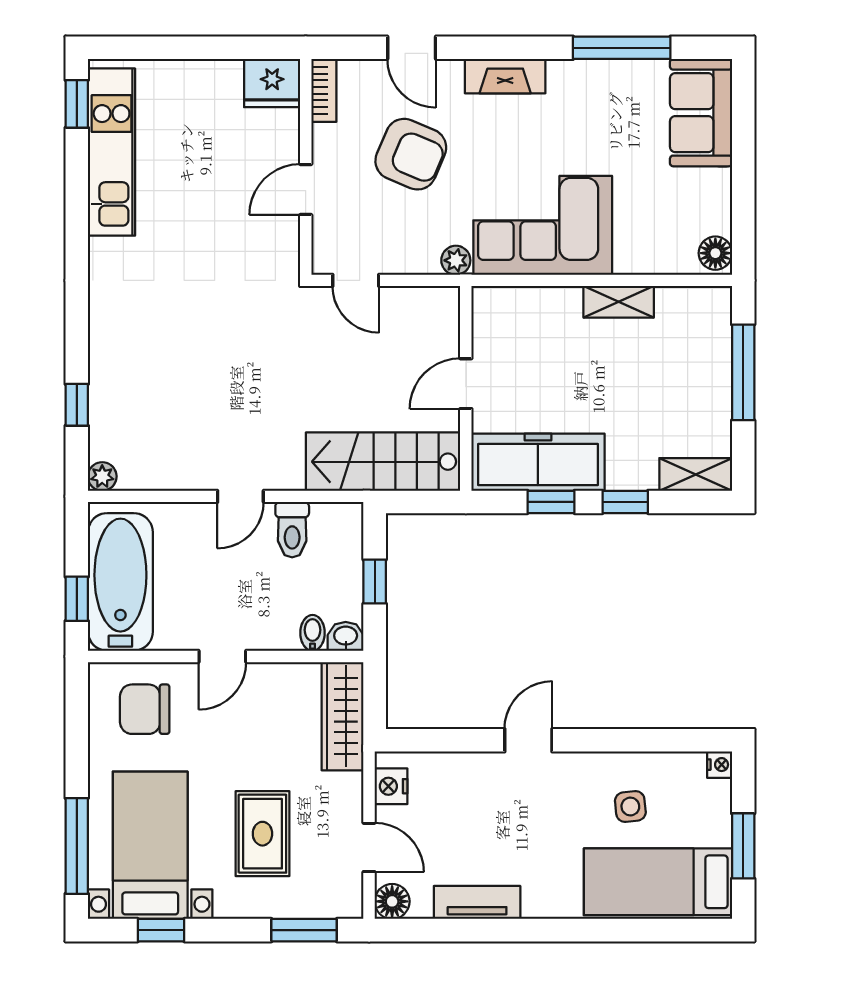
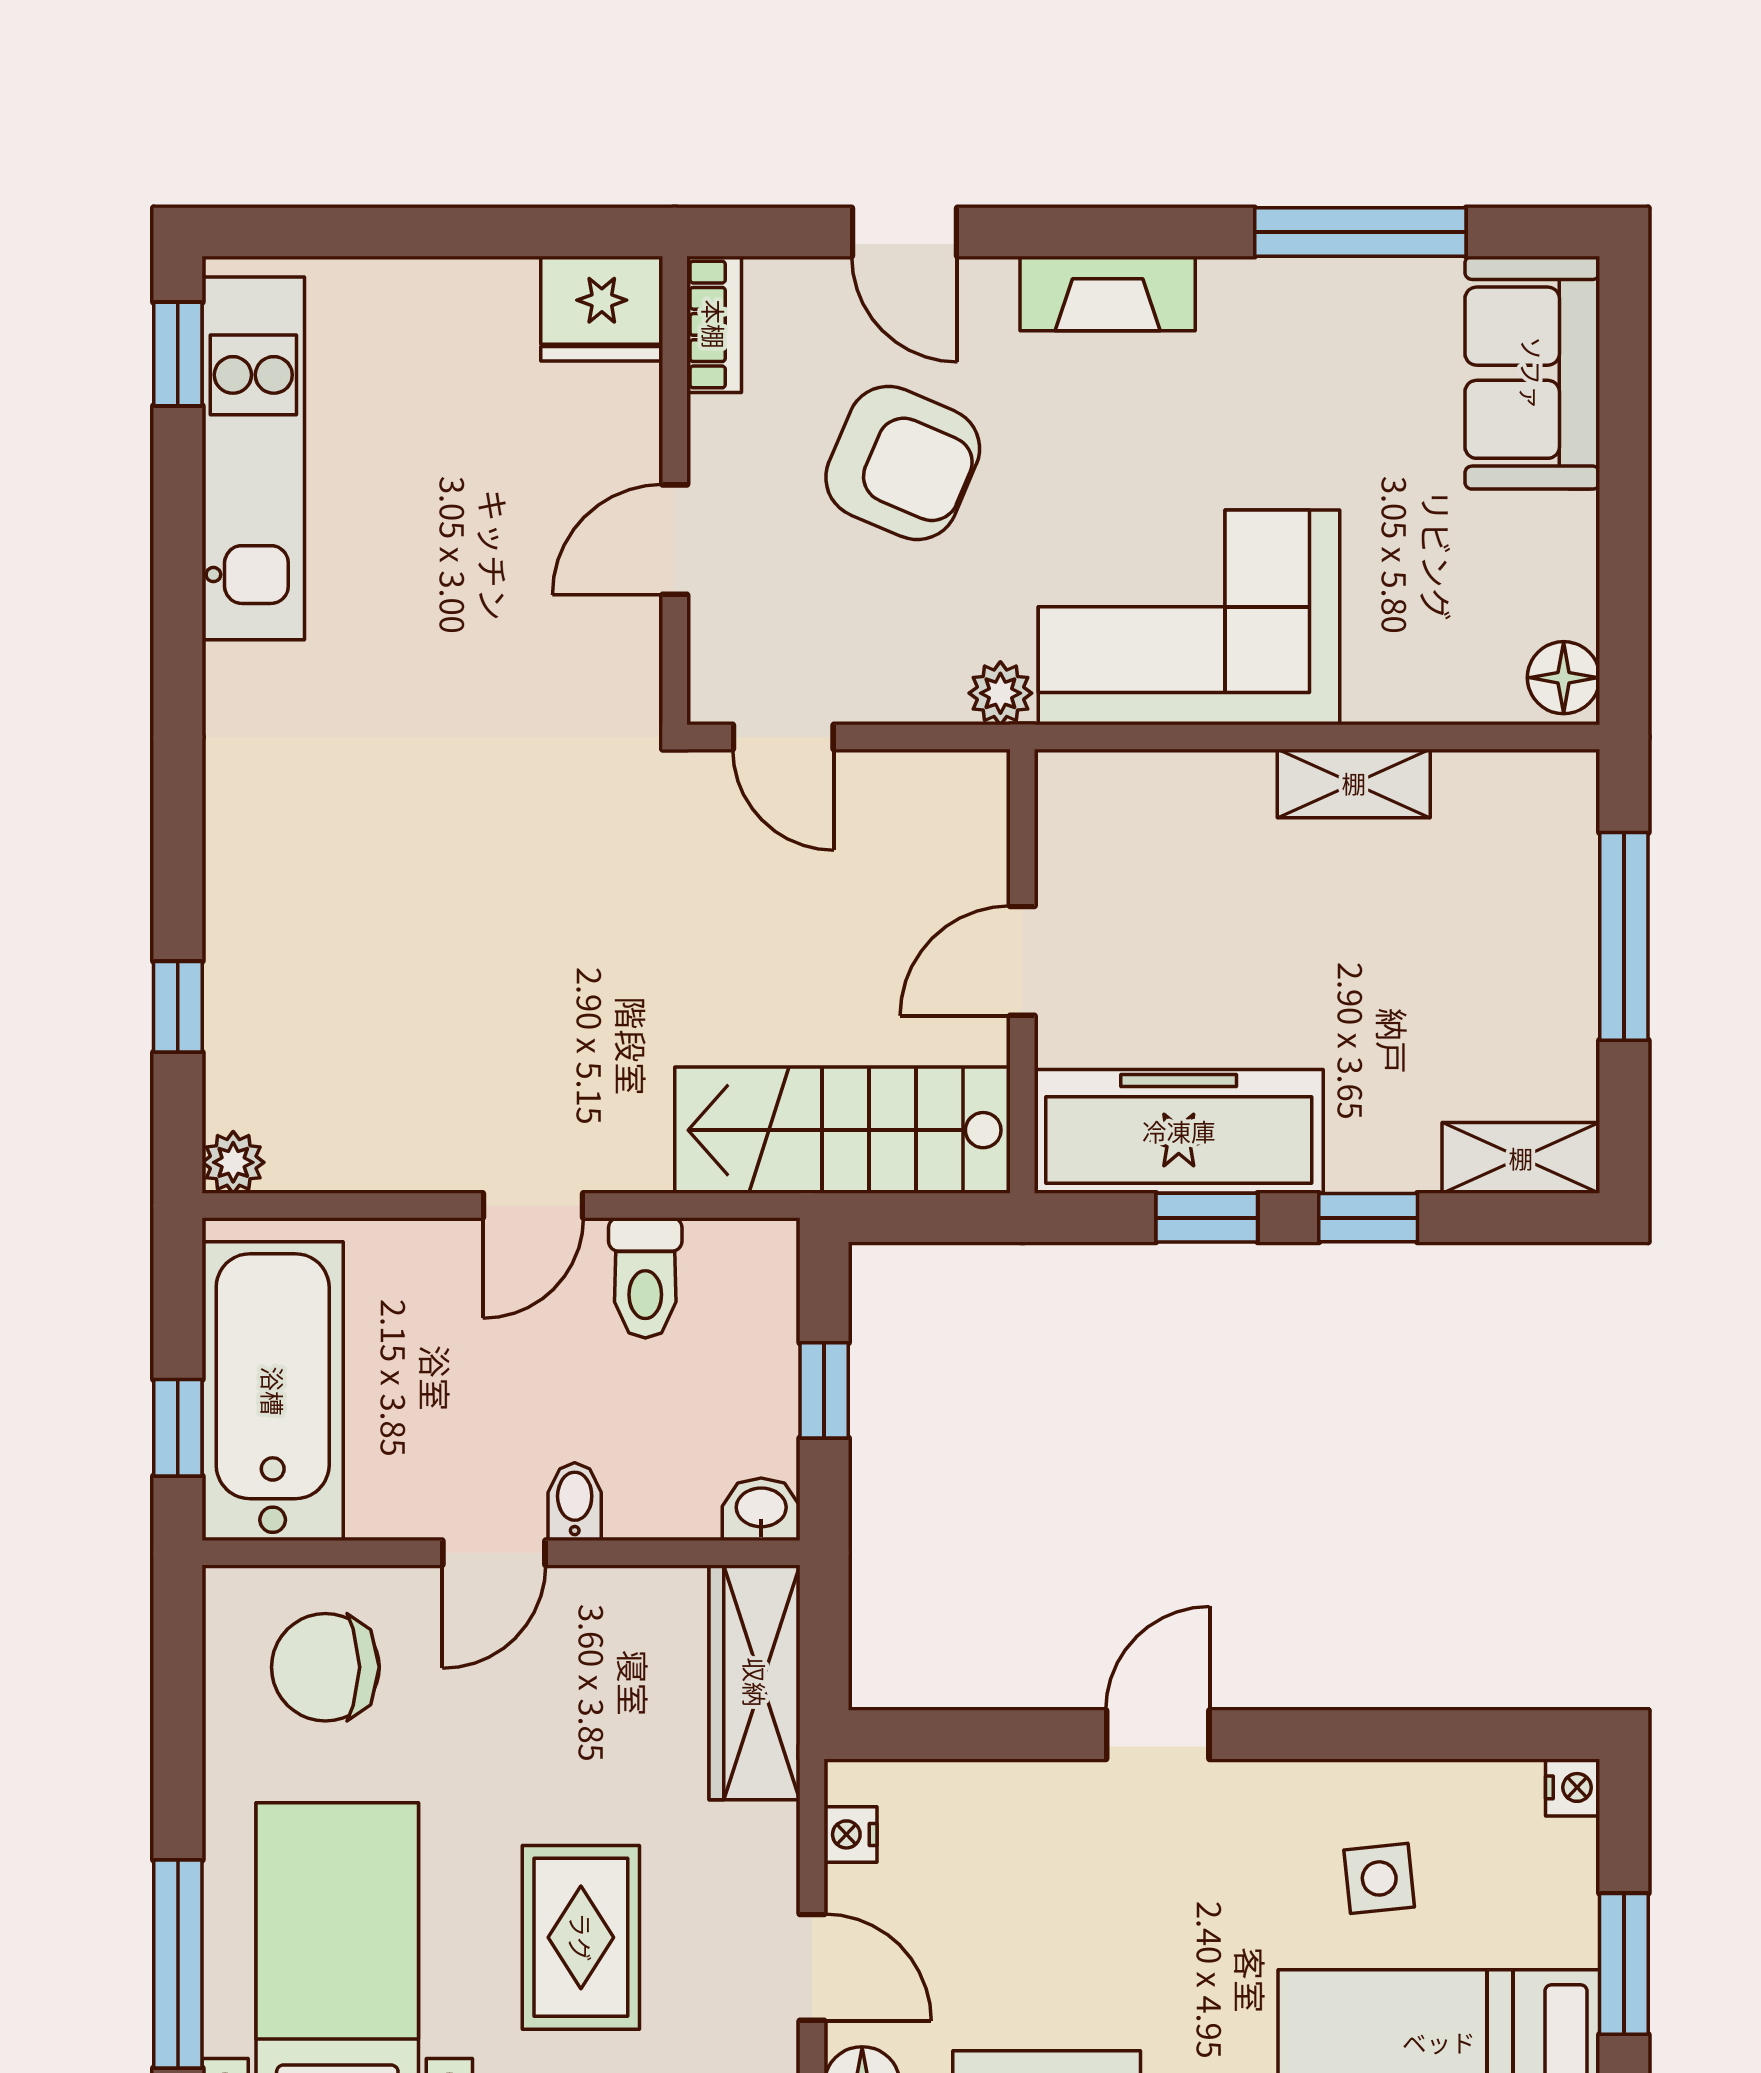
bidet: (312, 633) -> (575, 1502), moved
nightstand: (391, 786) -> (851, 1834), width x0.72, depth x0.74

